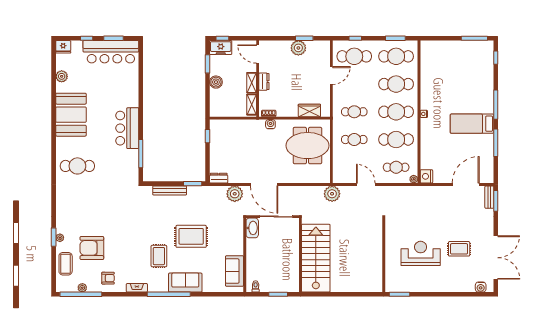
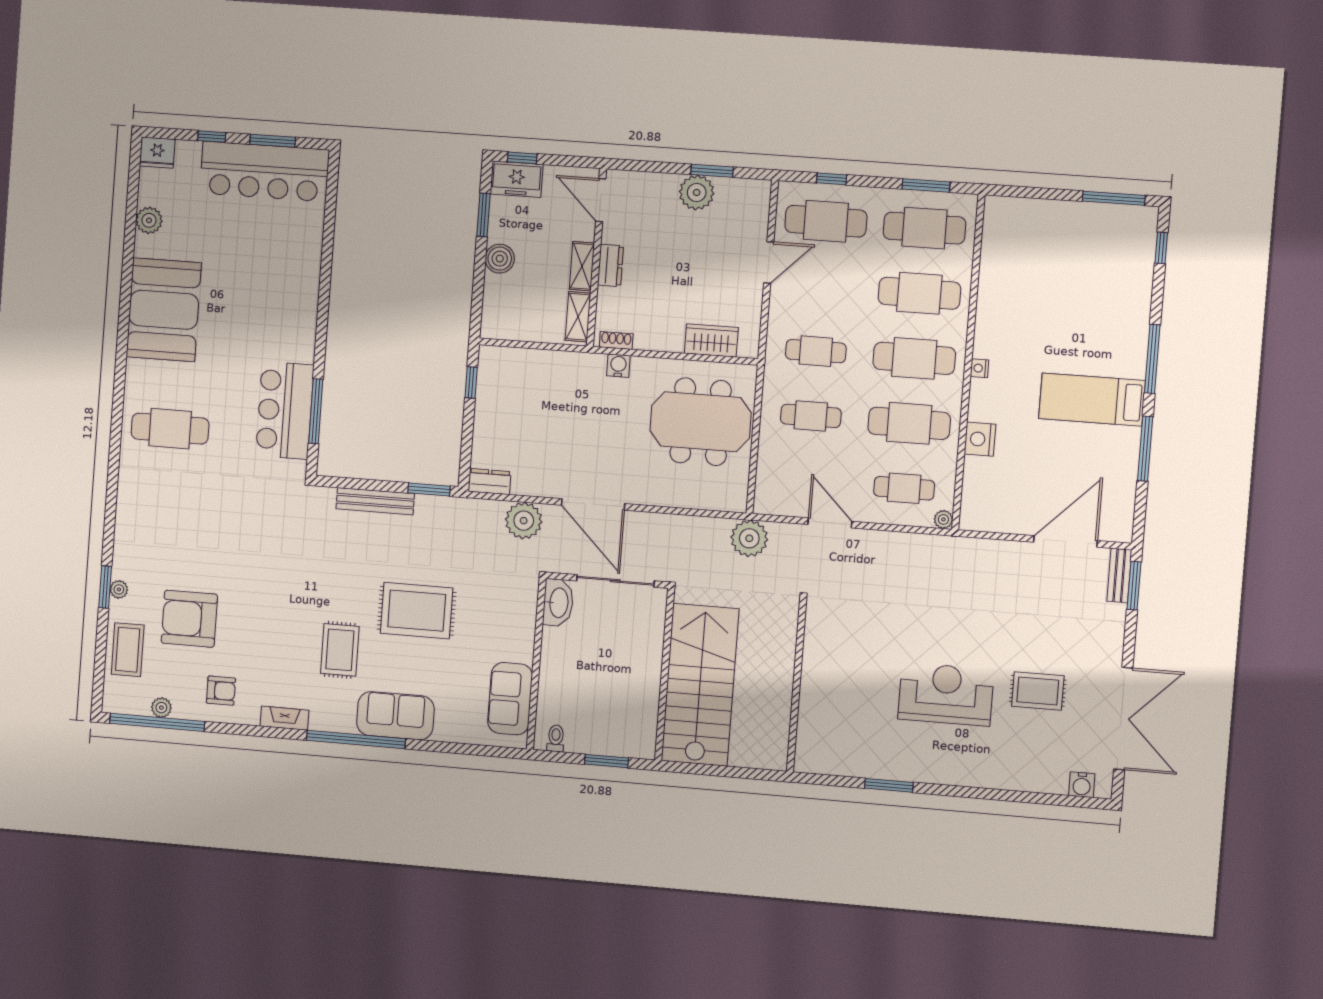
bar counter: (127, 128) -> (285, 410), moved
nightstand: (426, 176) -> (980, 439), moved
wall: (384, 255) -> (796, 685), moved

